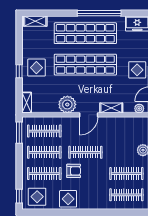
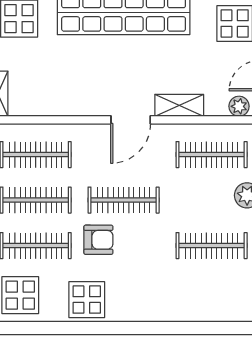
plant: (67, 104) -> (85, 98), removed
clothes rail: (126, 195) -> (212, 155), moved

